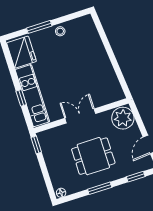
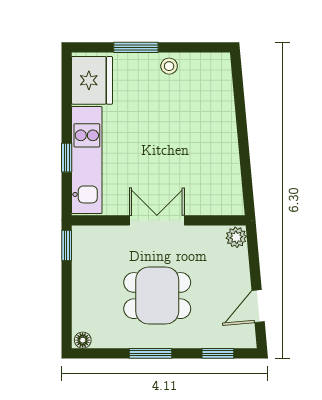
plant: (123, 118) -> (236, 237), width x0.53, depth x0.53

